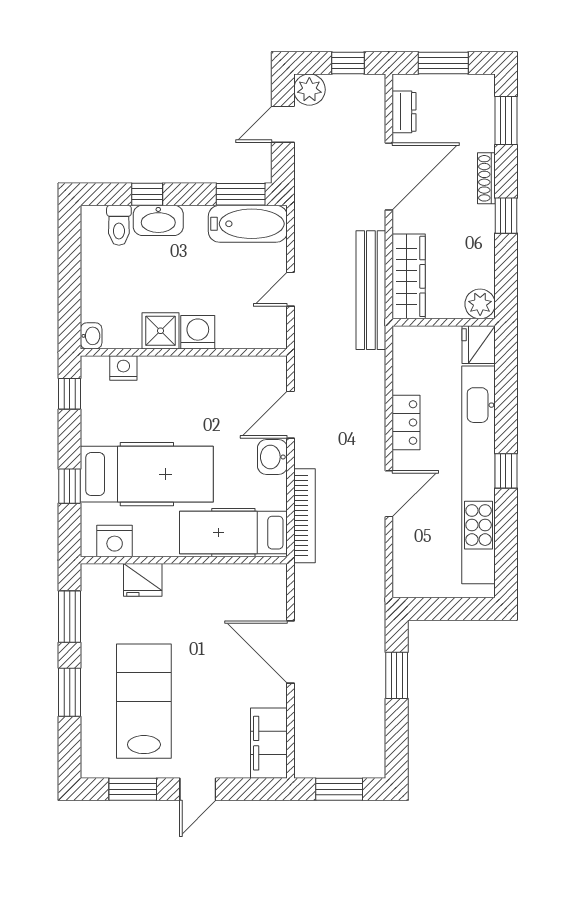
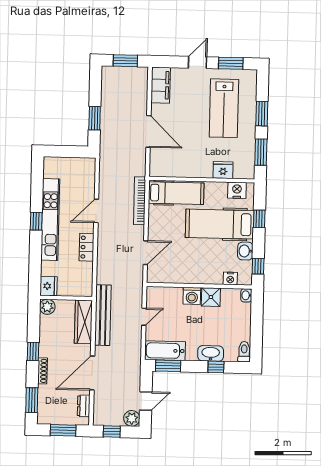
toilet: (119, 225) -> (244, 352), moved
washbasin: (272, 457) -> (245, 251), moved, turned 180
kitchen unit: (479, 475) -> (50, 220), width x0.73

